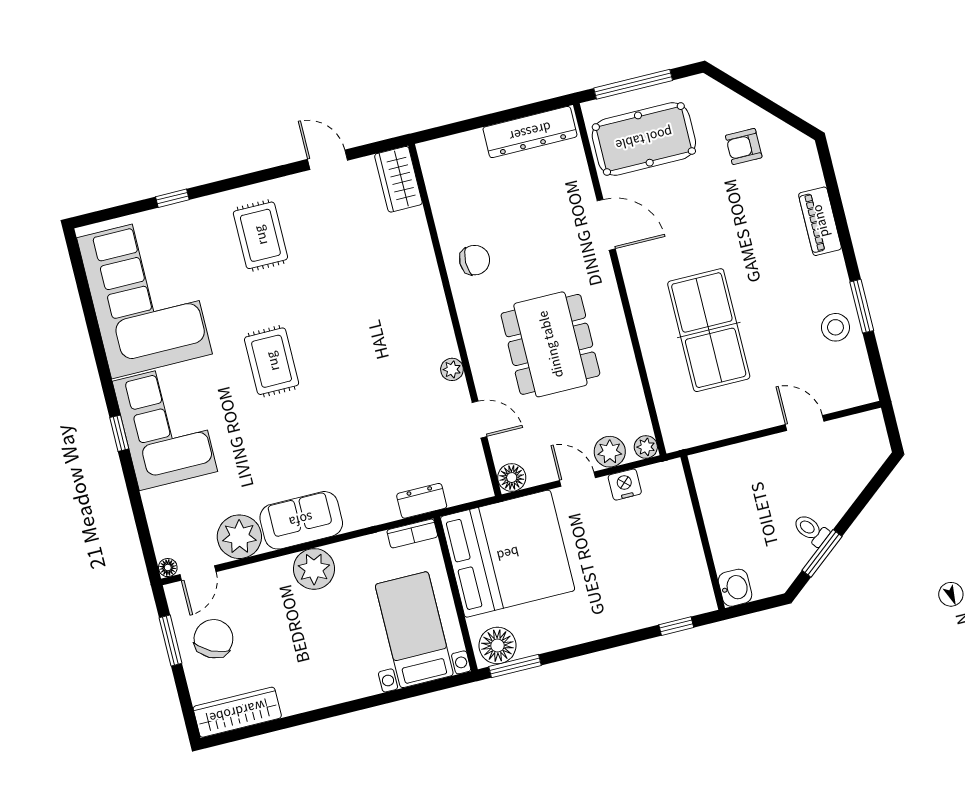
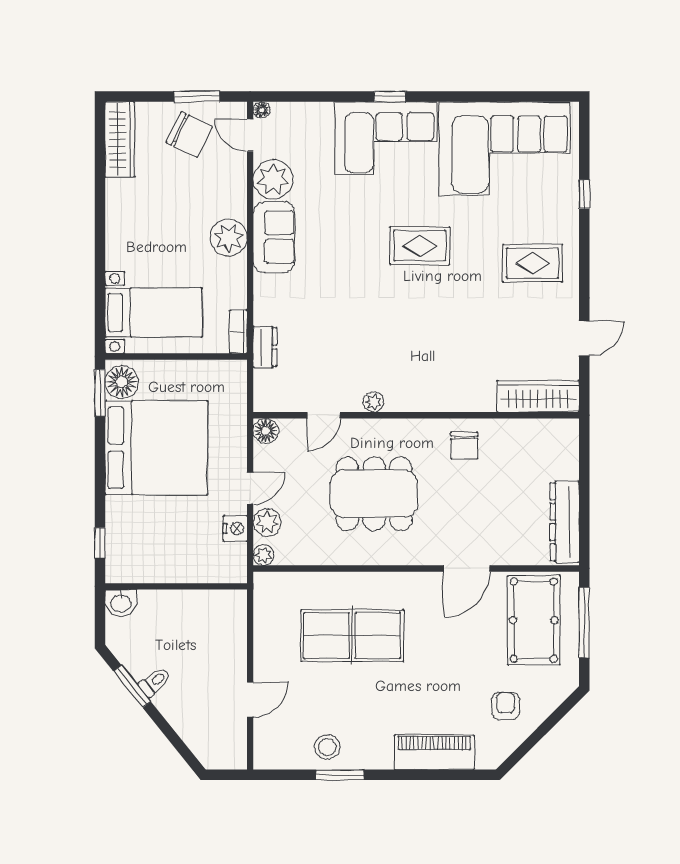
wardrobe: (398, 179) -> (538, 396), width x1.50
piano: (820, 221) -> (434, 752), width x1.37, depth x1.33
bed: (508, 554) -> (156, 448), moved, turned -90

